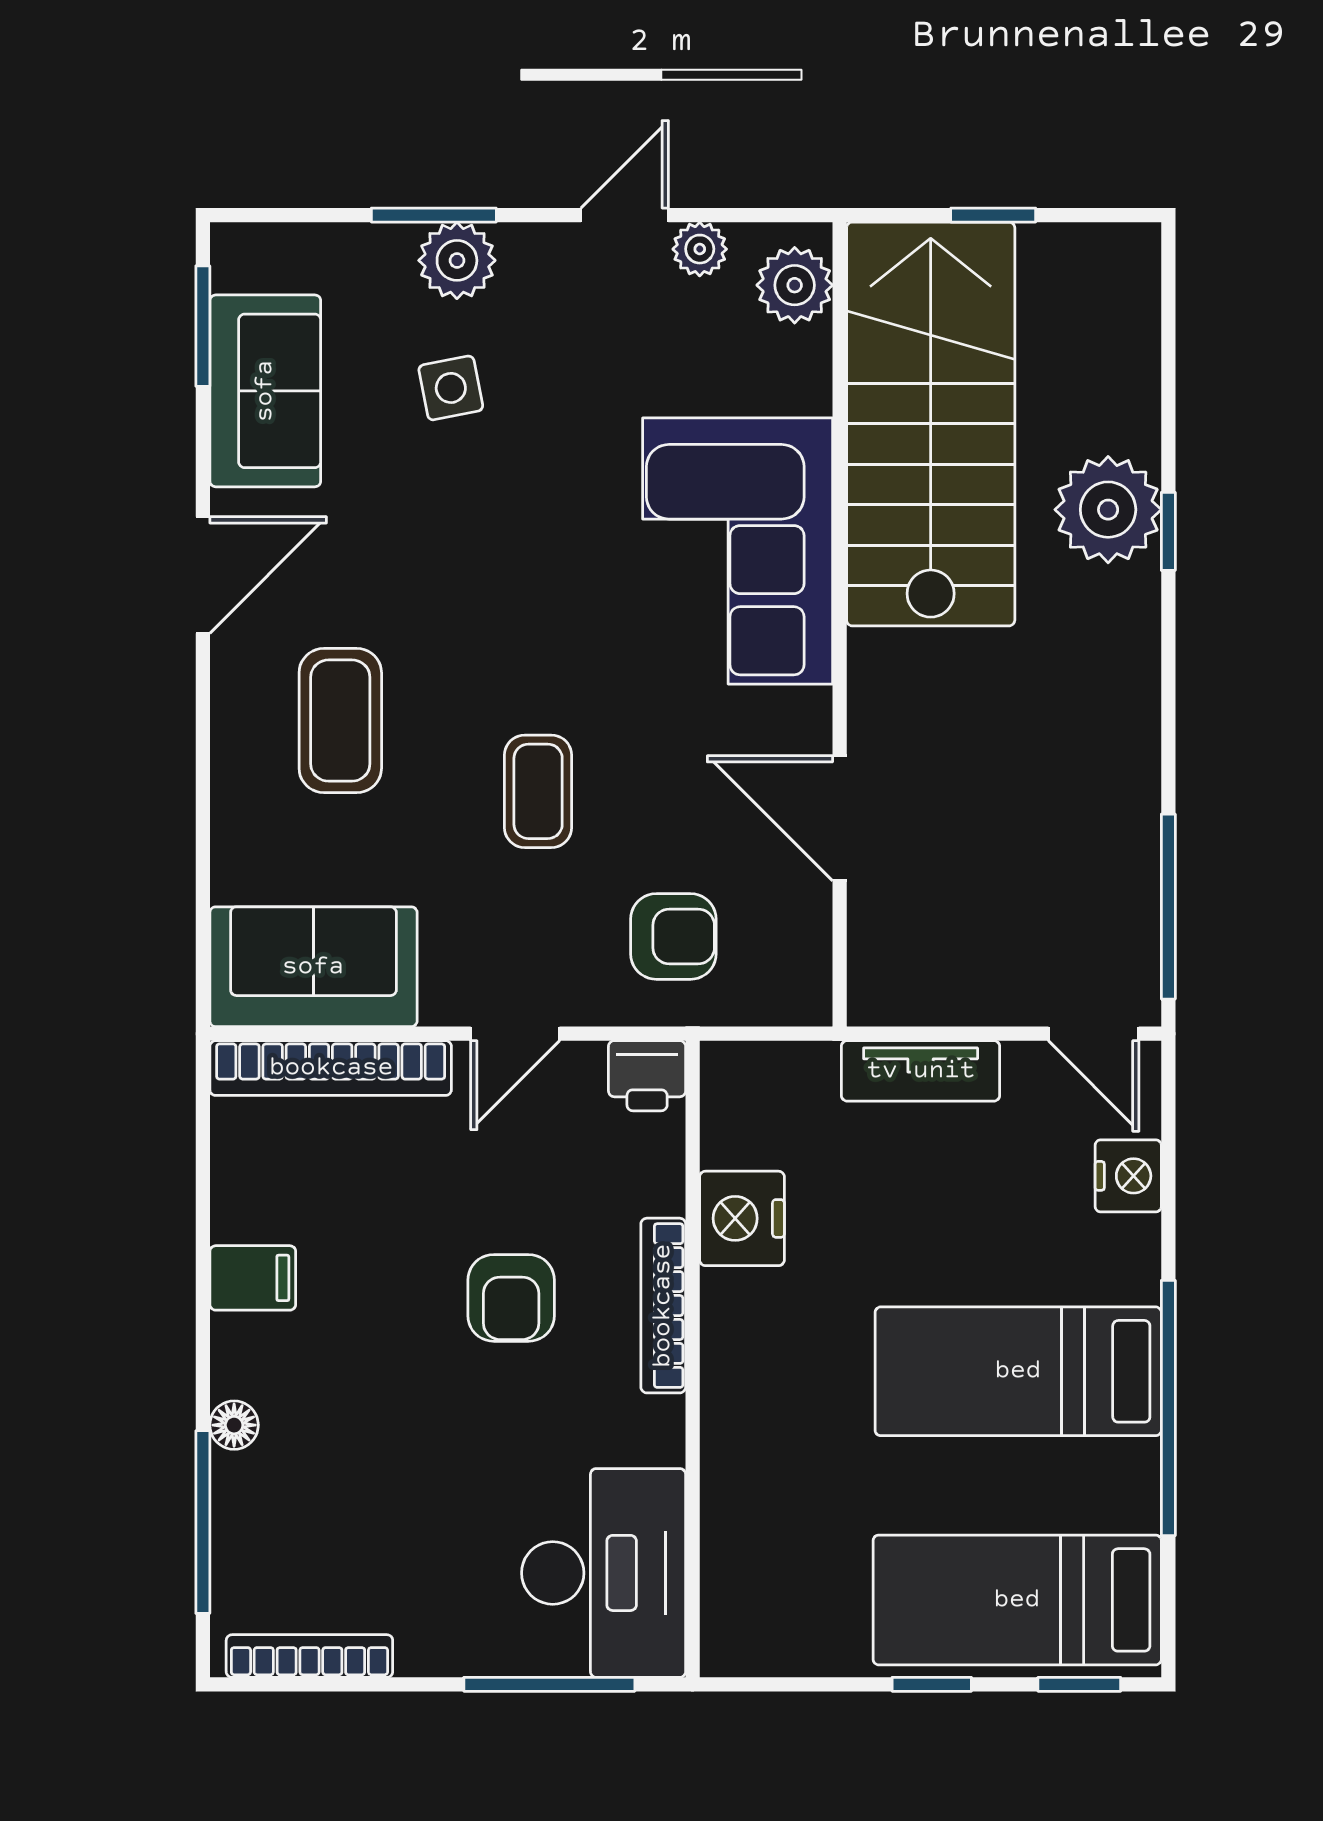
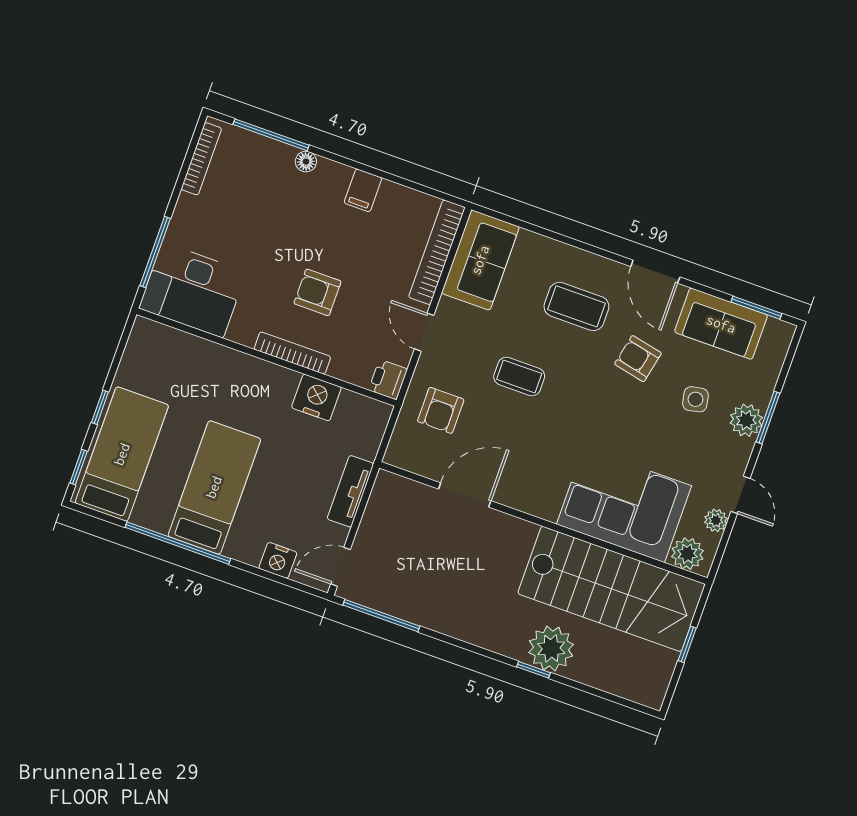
armchair: (407, 545) -> (638, 359), added
corner sofa: (738, 551) -> (624, 505), moved

